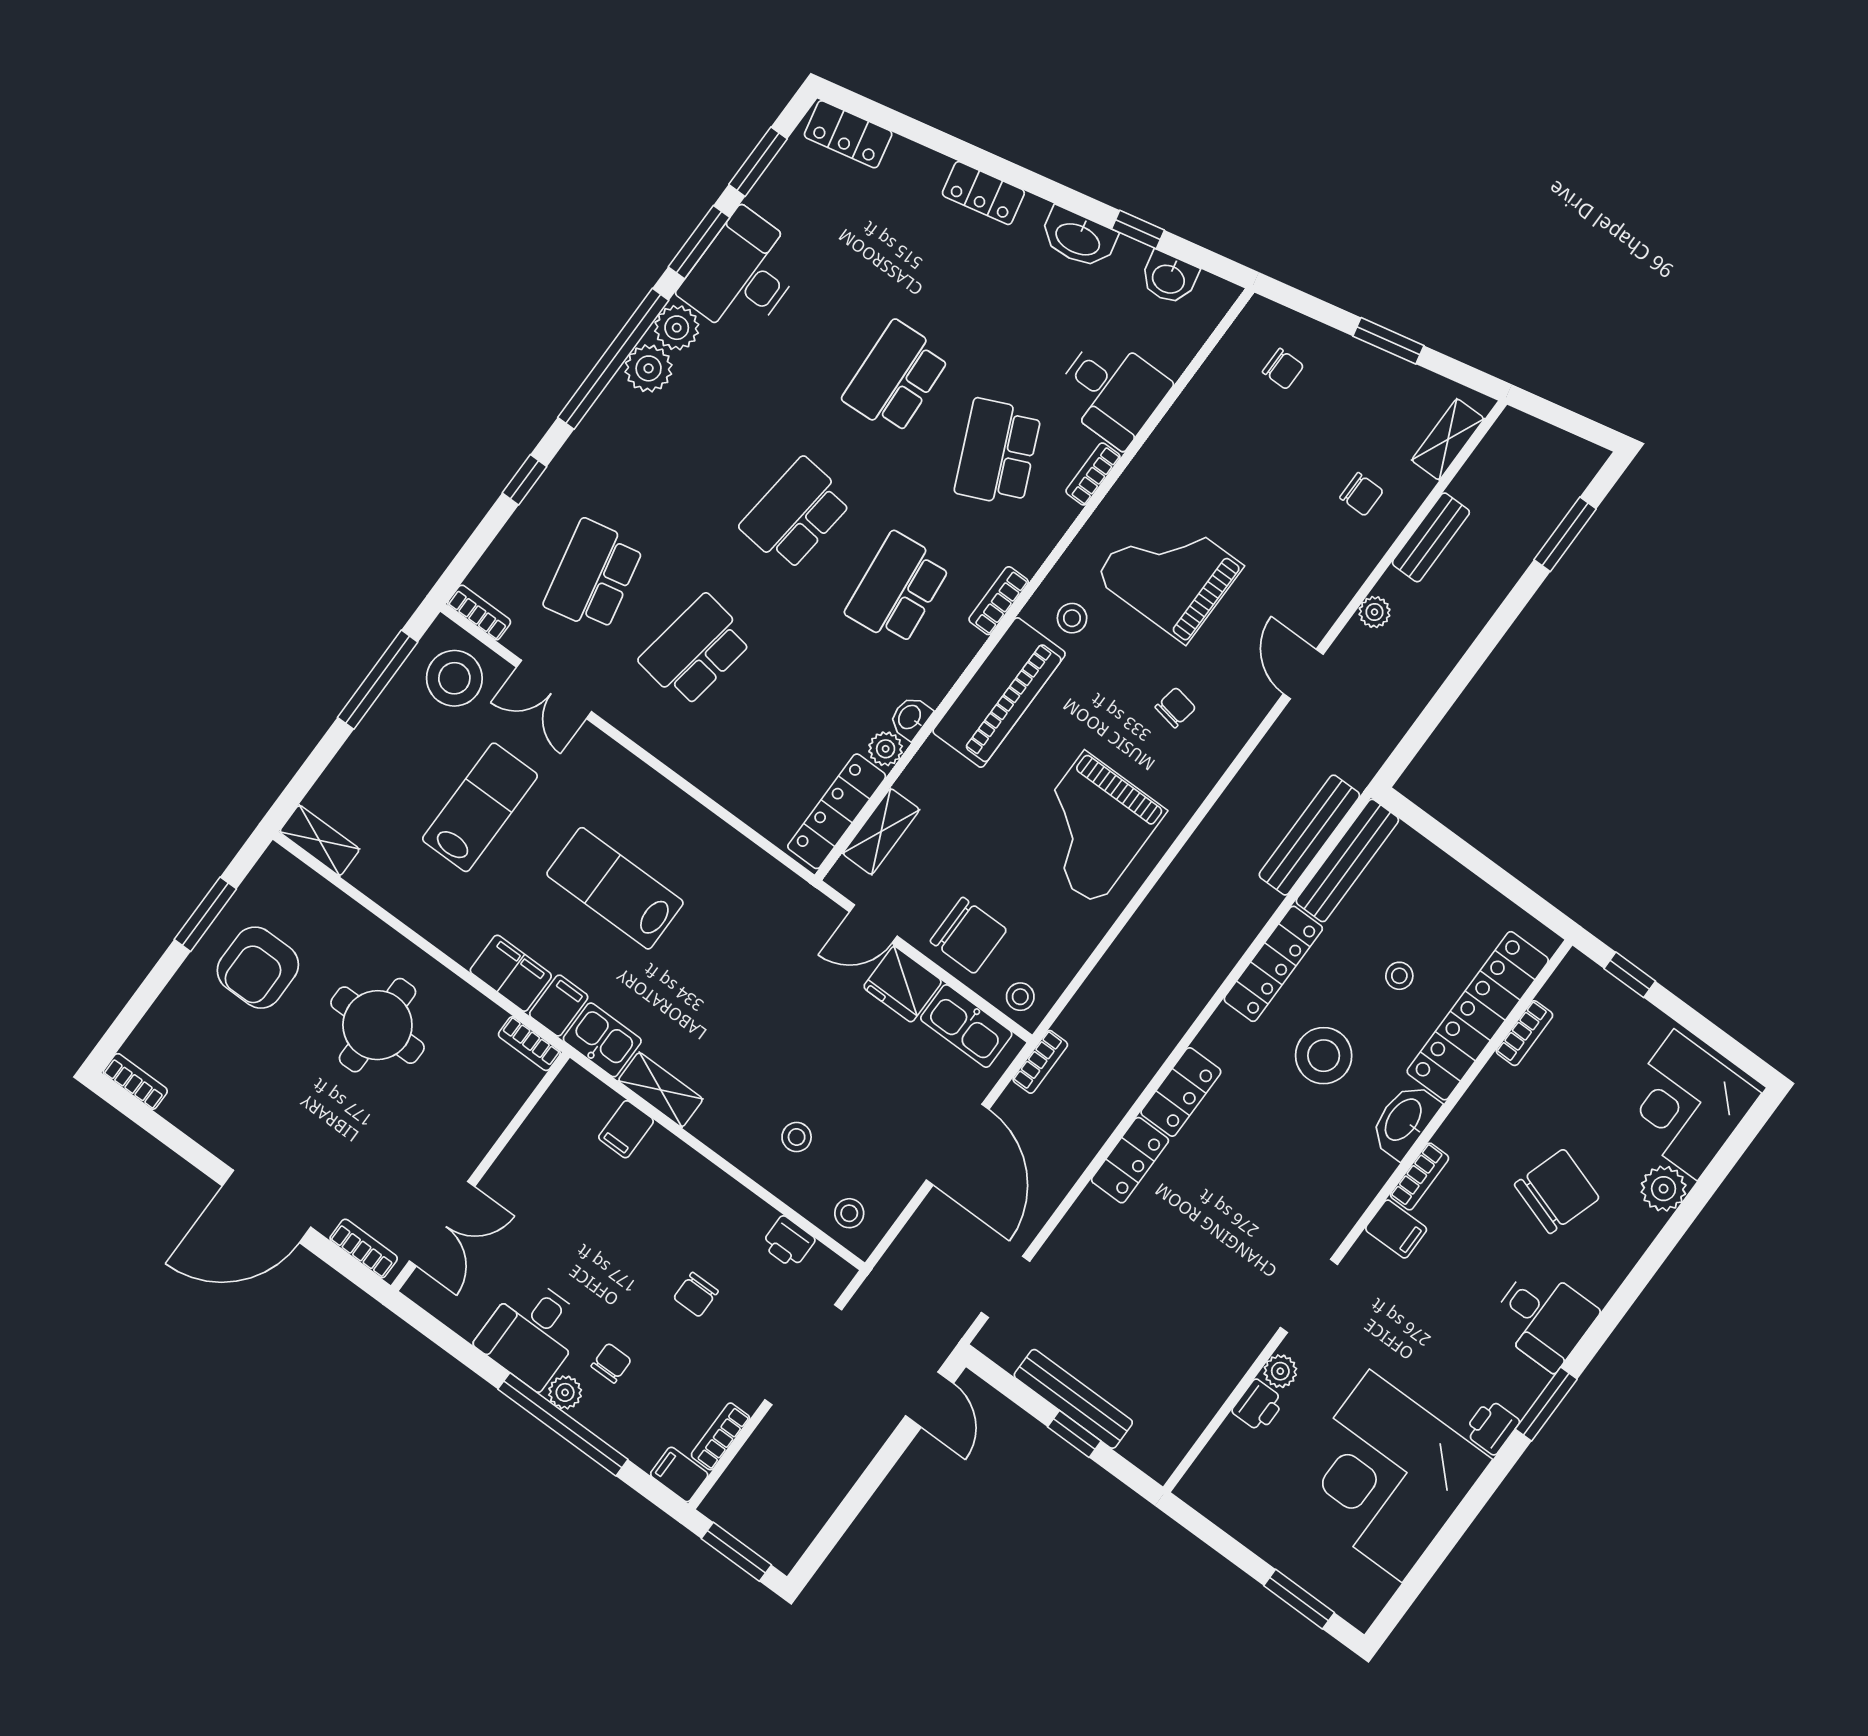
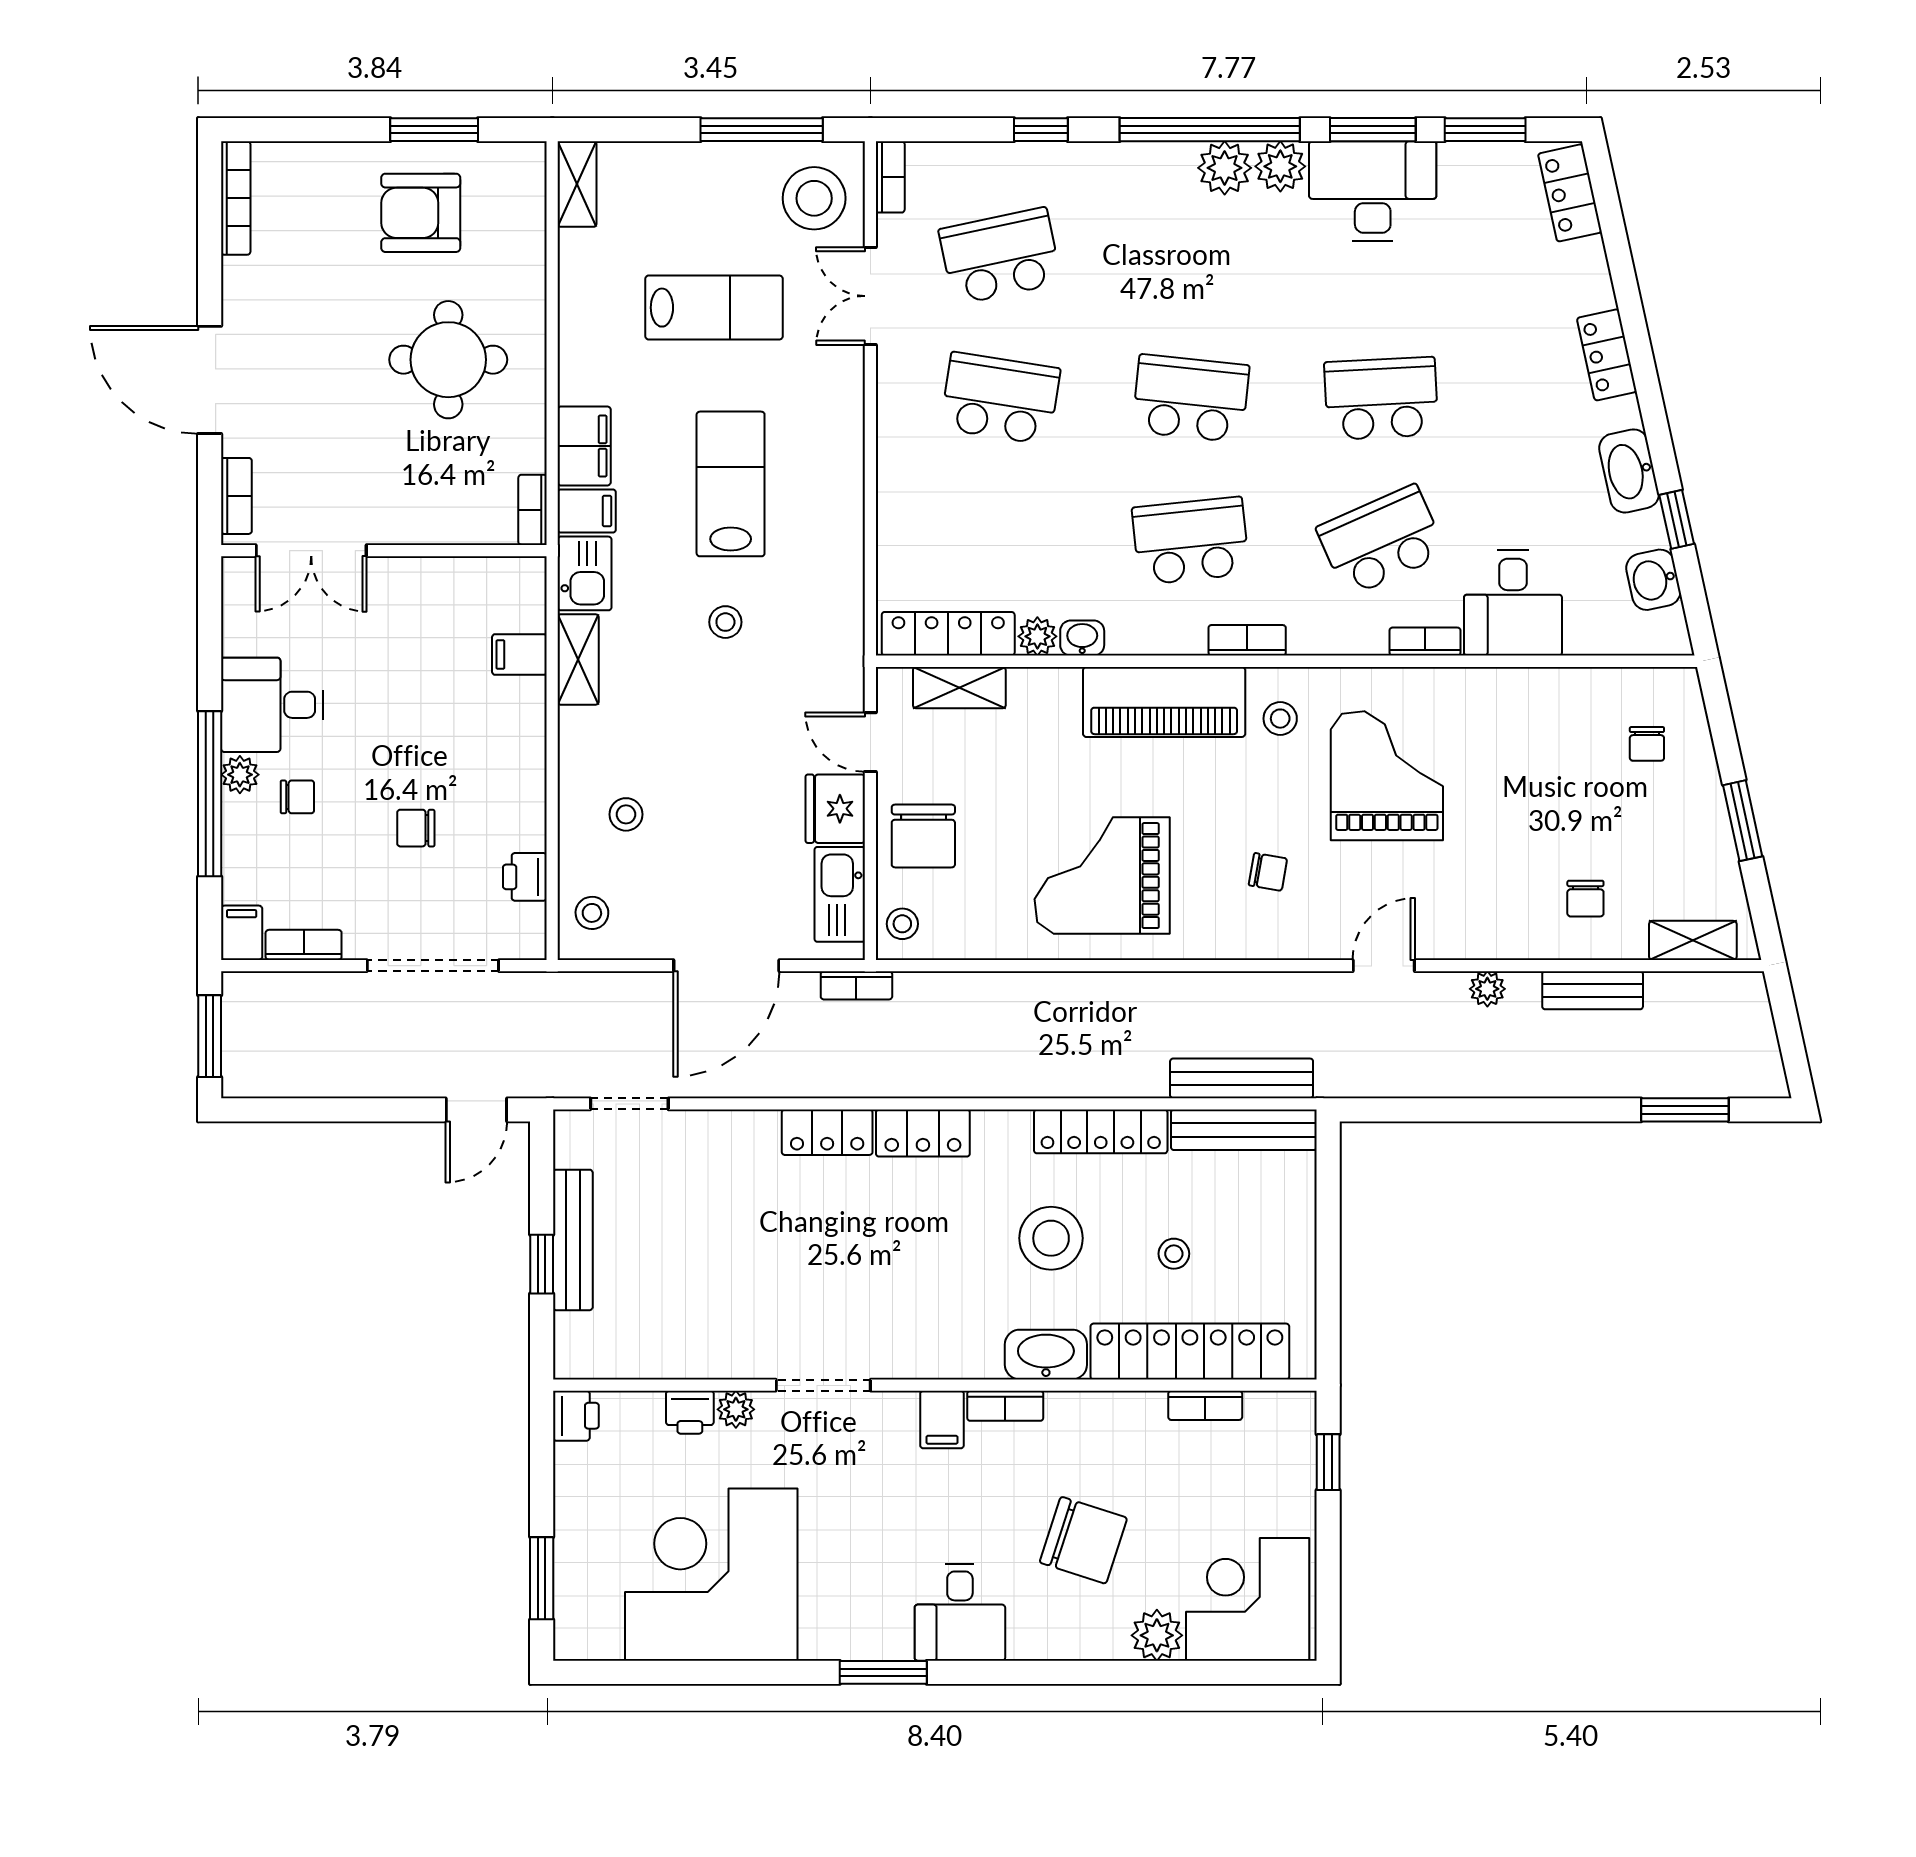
stool: (711, 965) -> (725, 622), added
bookcase: (135, 1081) -> (236, 198), width x1.56
printer: (1492, 1427) -> (576, 1416), moved, turned 90

